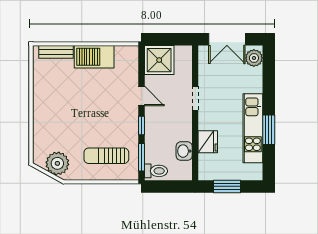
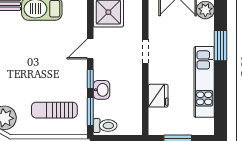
door: (141, 96) -> (90, 49), swing flipped
window: (269, 130) -> (220, 46), moved
washbasin: (184, 151) -> (101, 90), moved, turned 180

